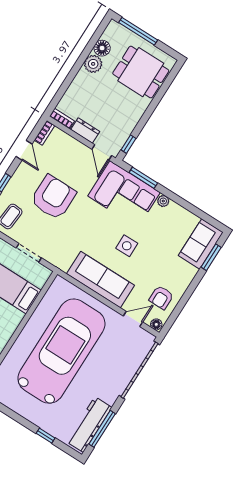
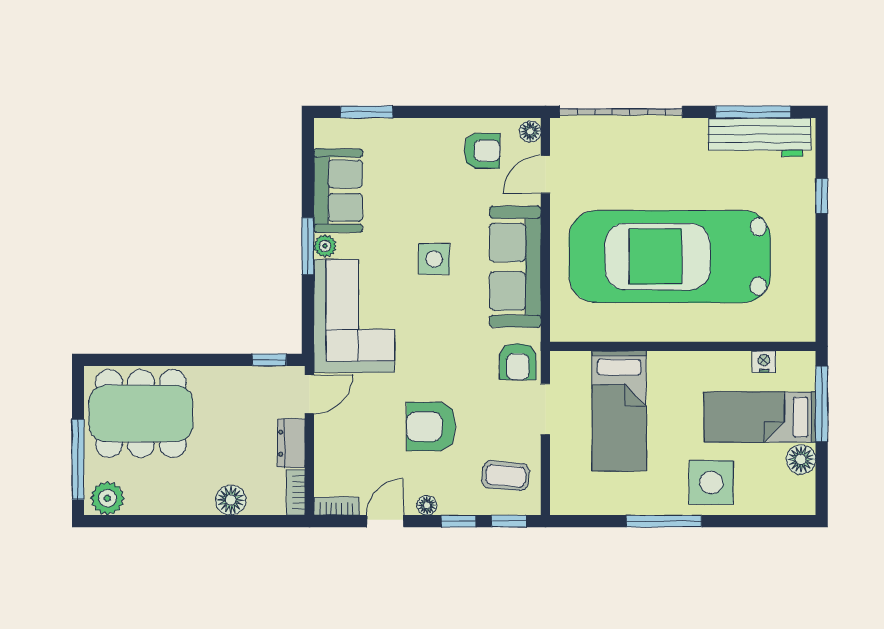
floor lamp: (102, 48) -> (231, 500), moved
plant: (93, 64) -> (107, 498), moved
dining table: (141, 72) -> (141, 413), width x1.37
floor lamp: (19, 173) -> (427, 505), added
window: (143, 178) -> (308, 246), moved
armchair: (53, 197) -> (431, 426), width x0.73, depth x0.73
sofa: (201, 244) -> (338, 191), moved, turned -90
armchair: (58, 254) -> (518, 362), added
door: (133, 319) -> (545, 174), hinge flipped

